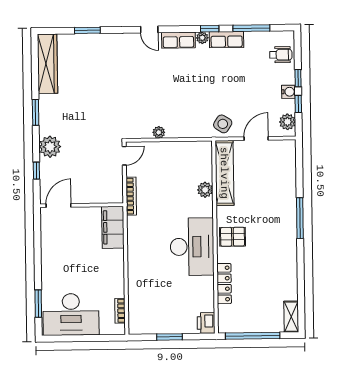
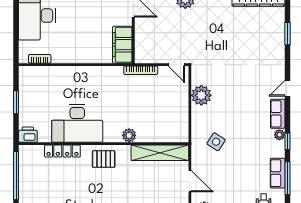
row of seats: (227, 40) -> (278, 173), moved
side table: (223, 124) -> (216, 142), moved
plant: (159, 132) -> (201, 95), width x1.87, depth x1.87
plant: (205, 190) -> (129, 135), moved
filing cabinet: (113, 227) -> (122, 45), moved, turned -90
pallet: (233, 237) -> (104, 159), turned 90
desk: (192, 247) -> (77, 123), moved

